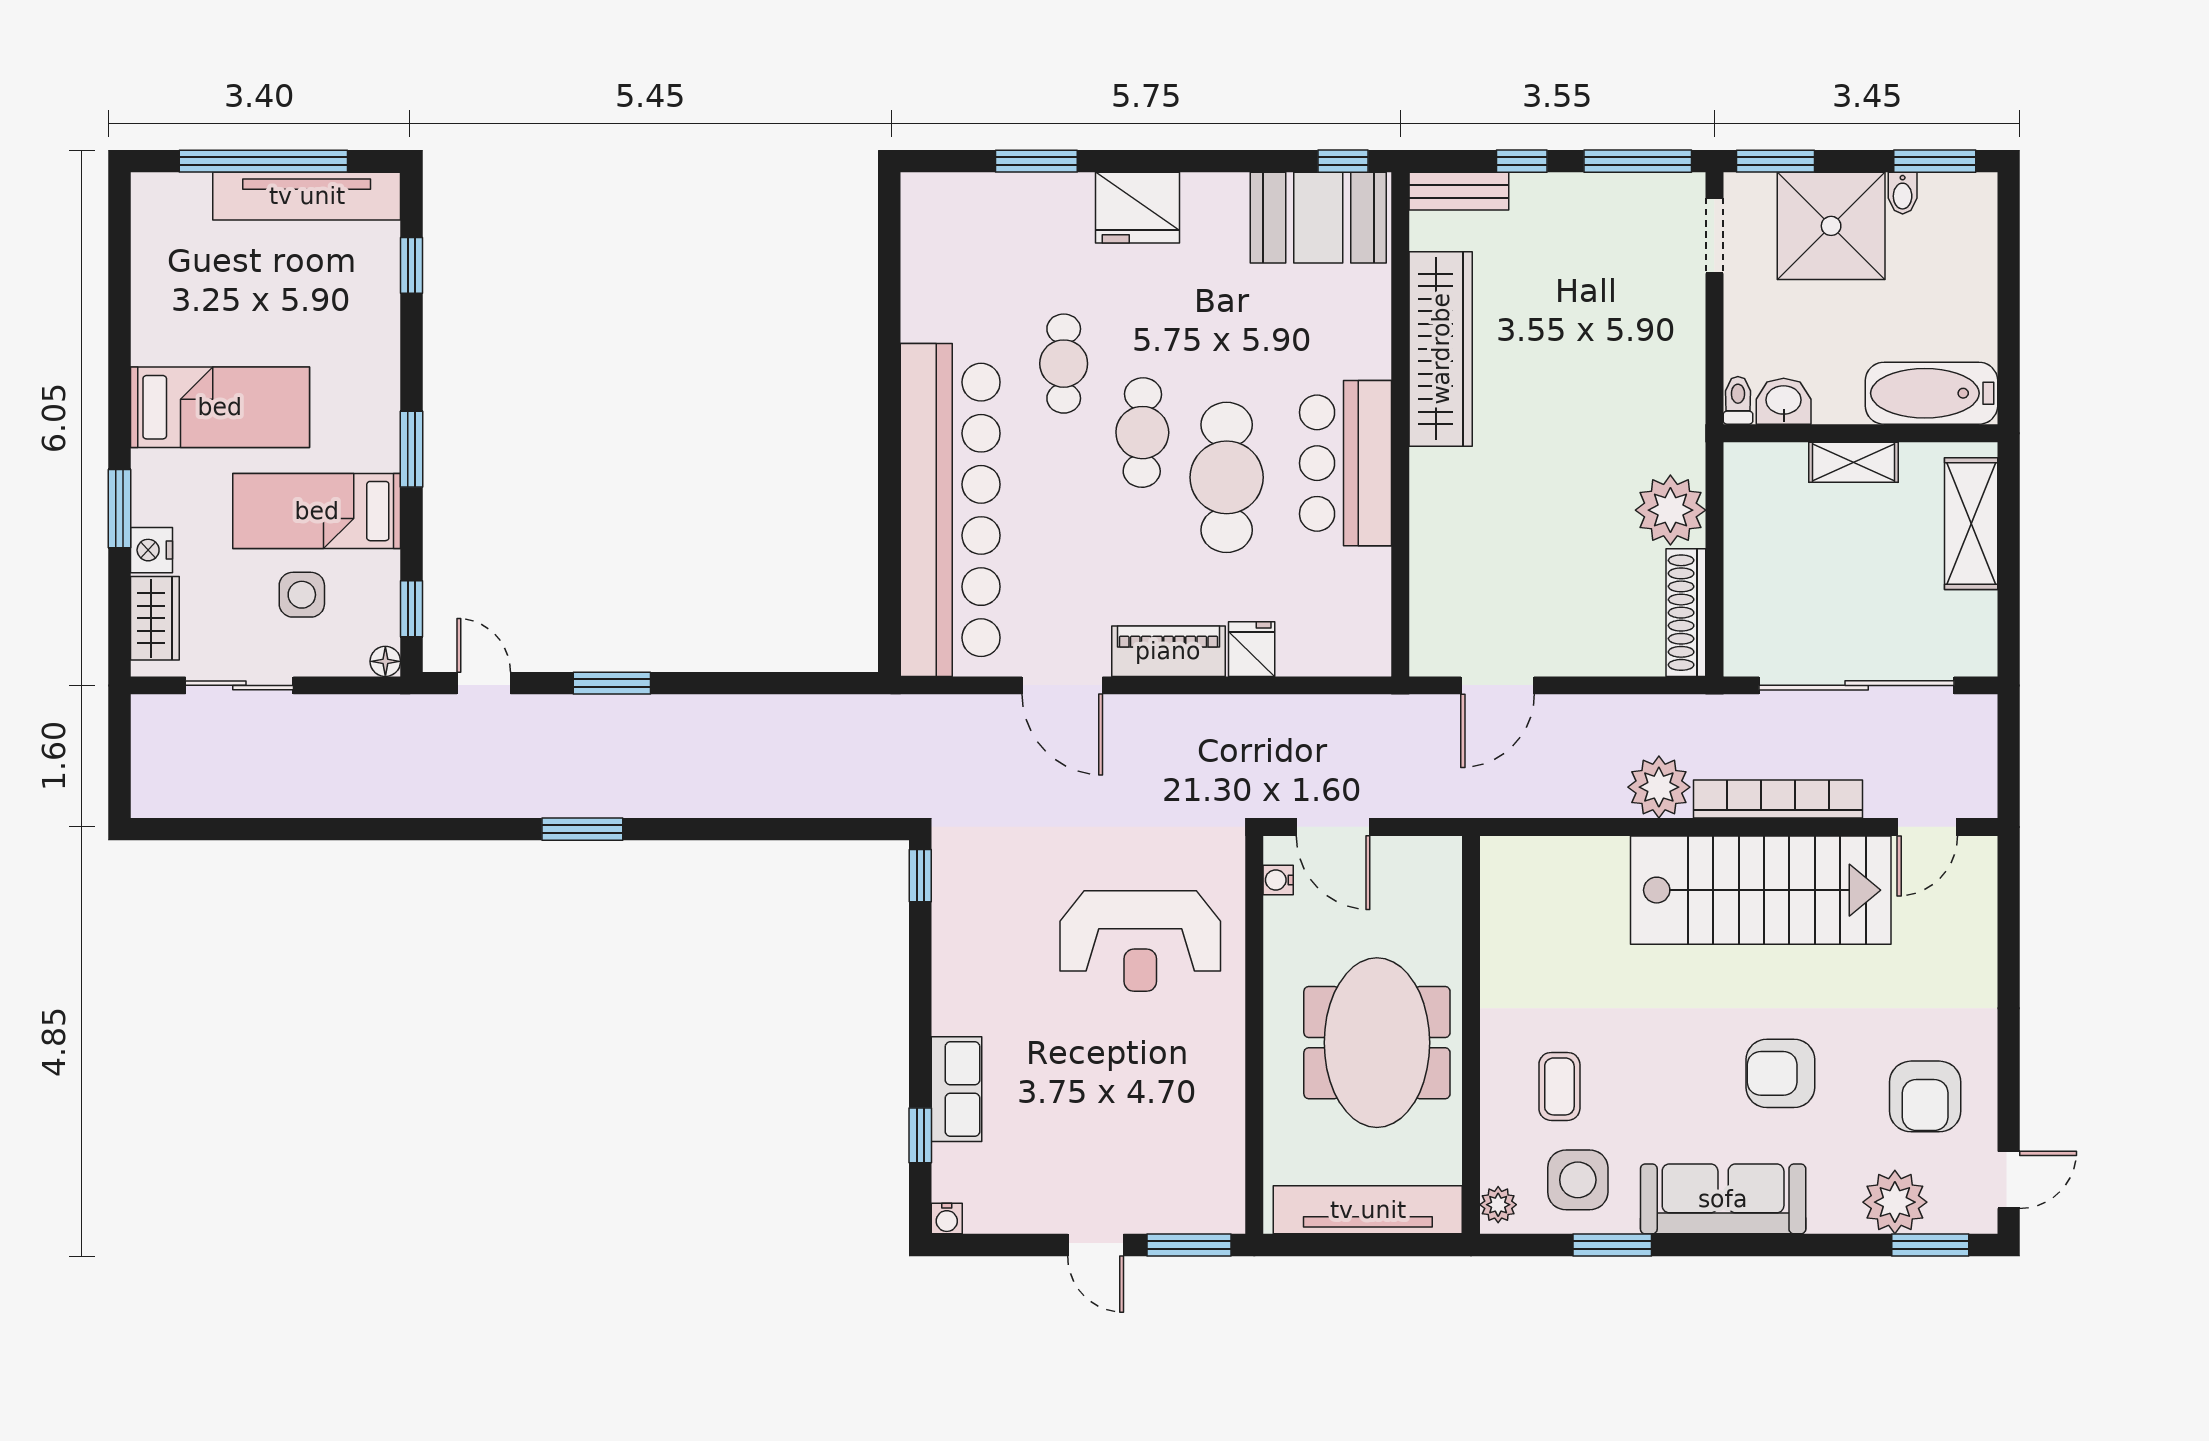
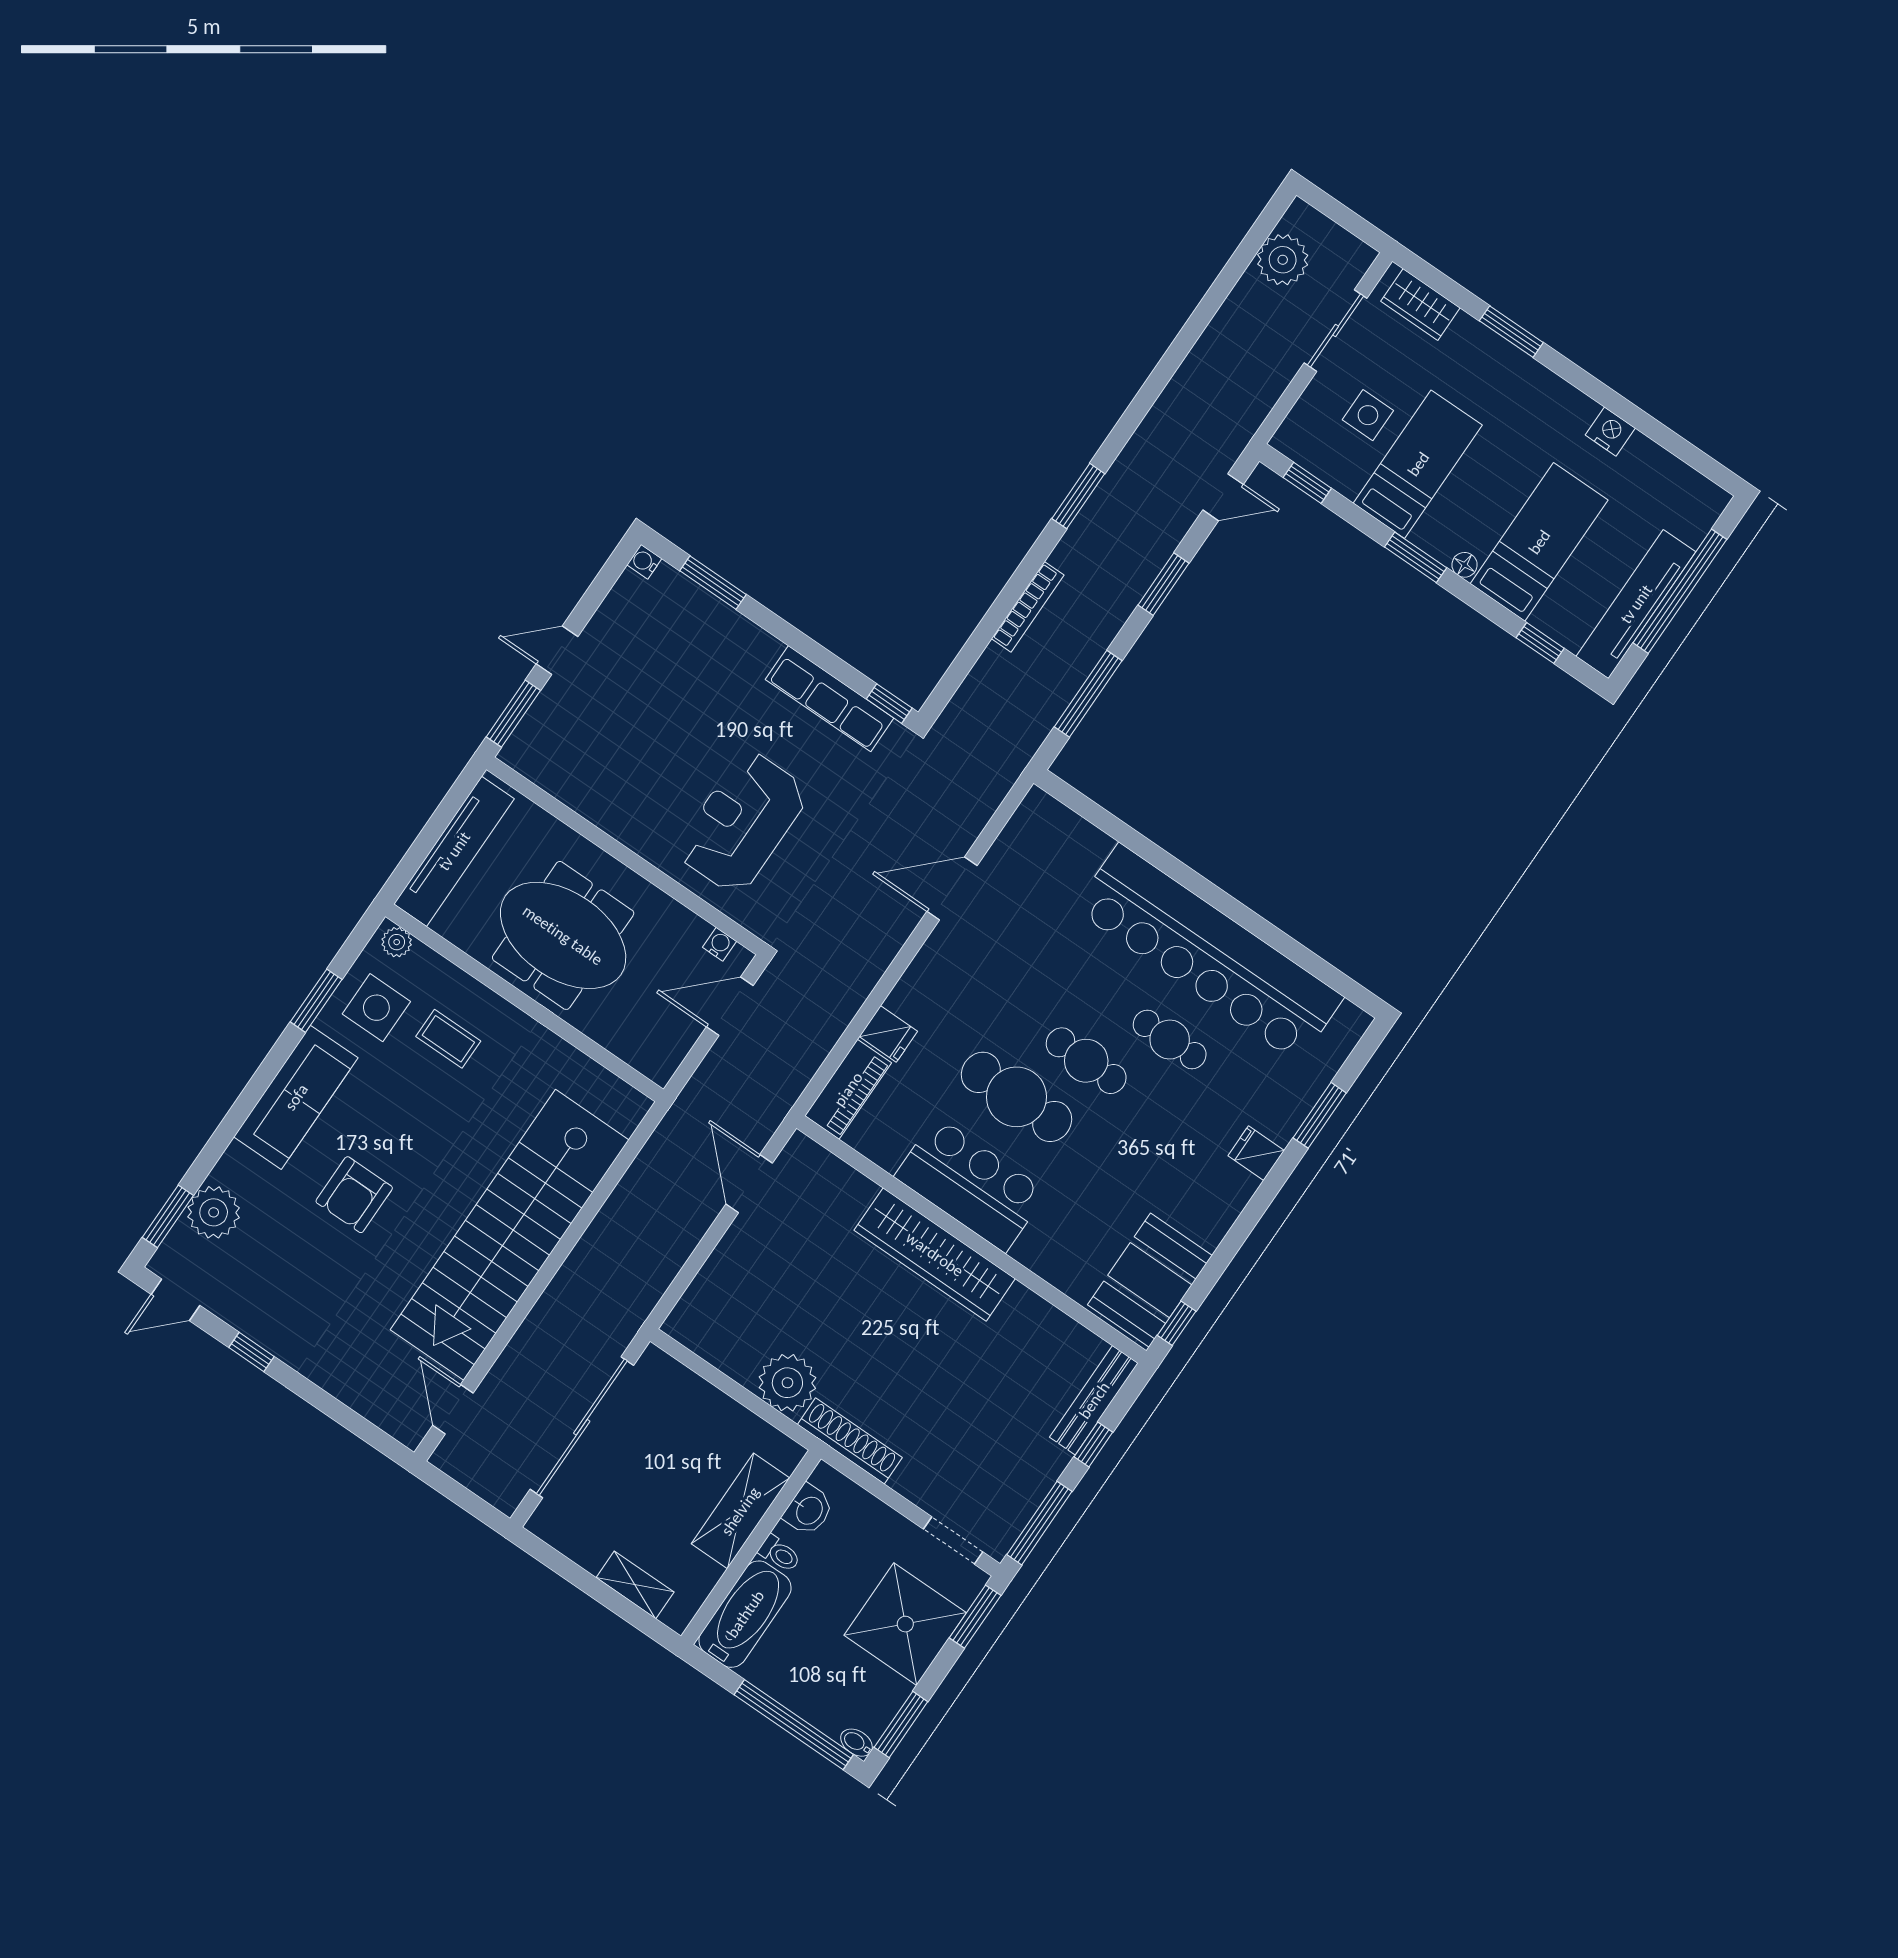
bench: (1459, 191) -> (1094, 1400), width x1.36
bidet: (1903, 193) -> (857, 1743), moved
fridge: (1138, 208) -> (1256, 1153), width x0.53, depth x0.75
window: (2009, 268) -> (794, 1725), added
wardrobe: (1441, 349) -> (935, 1254), moved
toilet: (1738, 400) -> (779, 1554), moved
bed: (220, 407) -> (1539, 542), moved, turned 180
shelving: (1854, 462) -> (740, 1511), width x1.50, depth x1.33
bar counter: (950, 510) -> (1209, 953), moved
shelving: (1971, 524) -> (635, 1585), width x0.67, depth x0.75
nightstand: (151, 550) -> (1610, 432), moved
shoe rack: (1686, 613) -> (850, 1441), moved
piano: (1168, 651) -> (848, 1089), moved
floor lamp: (385, 661) -> (1465, 565), moved
window: (773, 683) -> (1088, 694), added
plant: (1659, 787) -> (1283, 260), moved
bookcase: (1778, 799) -> (1028, 607), moved, width x0.68, depth x0.76
stairs: (1761, 890) -> (510, 1235), width x1.36
window: (2009, 1068) -> (251, 1352), added
armchair: (1780, 1073) -> (354, 1195), turned 180
row of seats: (956, 1089) -> (830, 699), moved, width x1.48
armchair: (1925, 1096) -> (271, 1282), removed
window: (920, 1135) -> (713, 583), width x1.50
door: (2009, 1180) -> (176, 1300), hinge flipped

